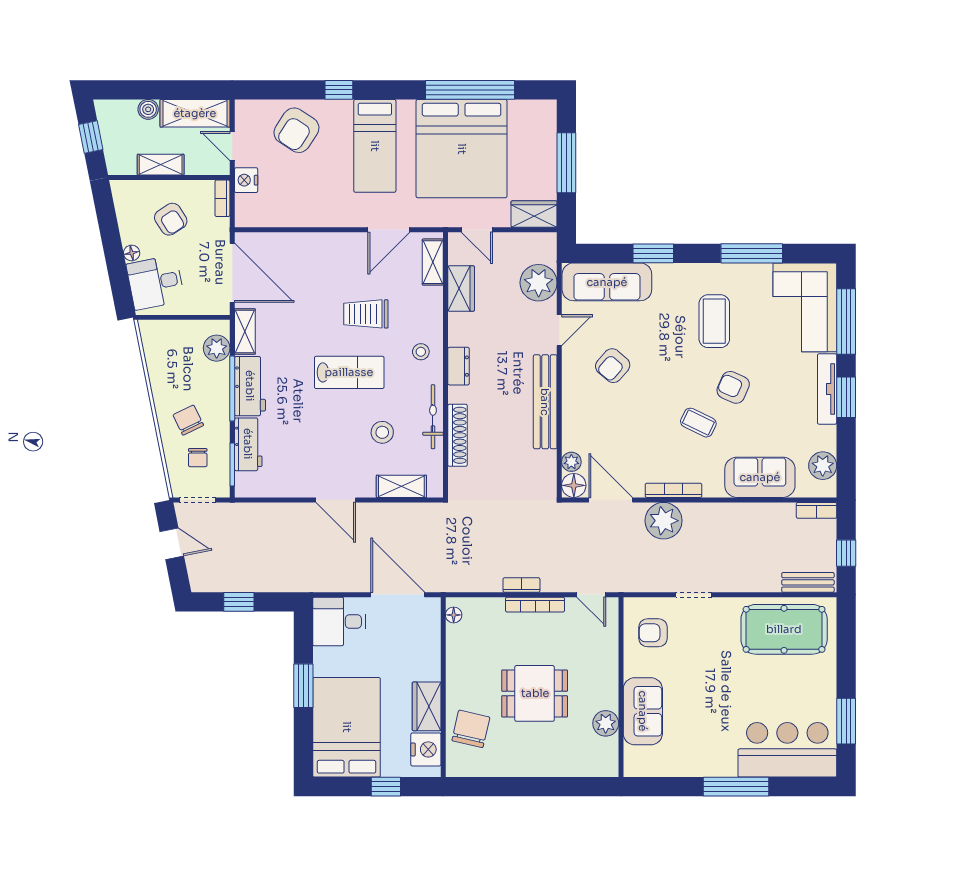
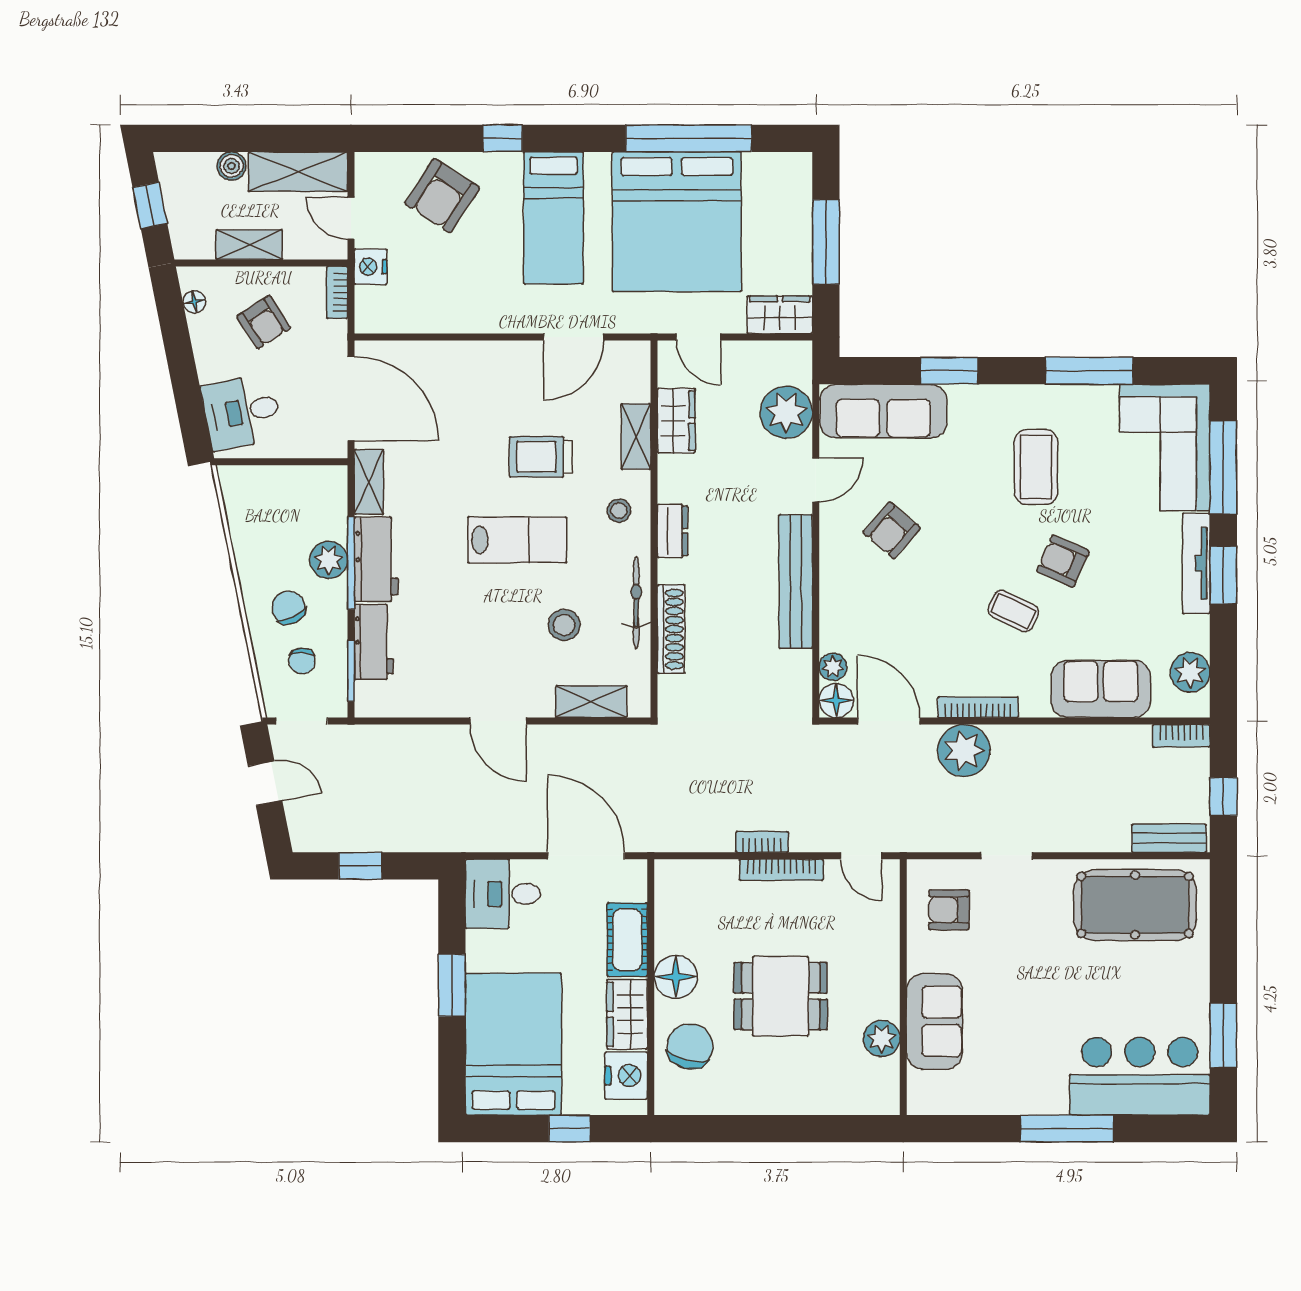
floor lamp: (132, 253) -> (194, 302), moved
shelving: (433, 262) -> (636, 437), moved
plant: (217, 348) -> (329, 560), moved
floor lamp: (454, 615) -> (676, 977), moved, width x1.89, depth x1.89
cot: (427, 654) -> (627, 940), added

